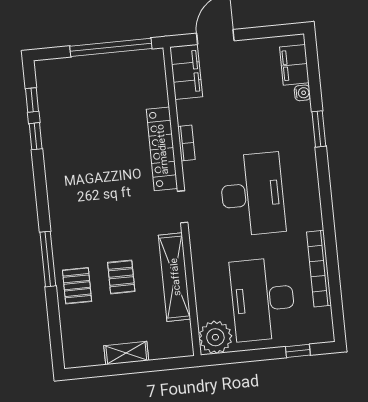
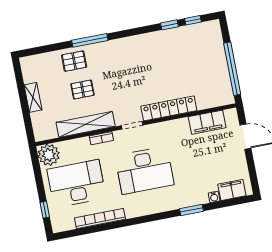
filing cabinet: (186, 72) -> (207, 122), moved
bookcase: (186, 143) -> (101, 138), moved

